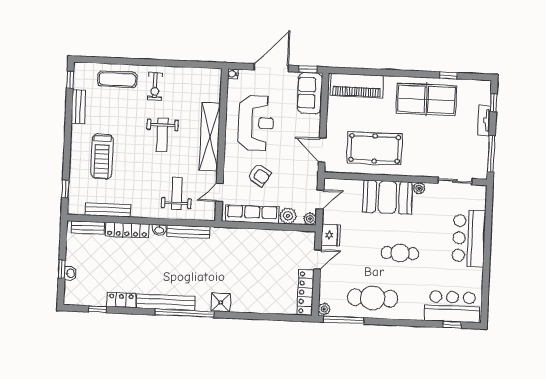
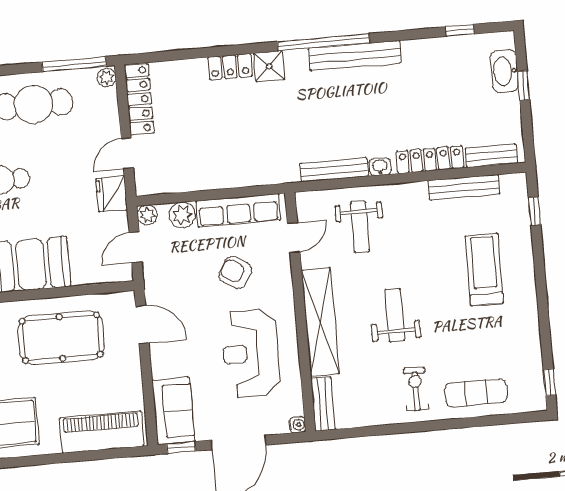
bench: (78, 107) -> (323, 404), moved
washbasin: (70, 273) -> (505, 71), width x1.91, depth x1.45
locker: (121, 300) -> (230, 67), moved

